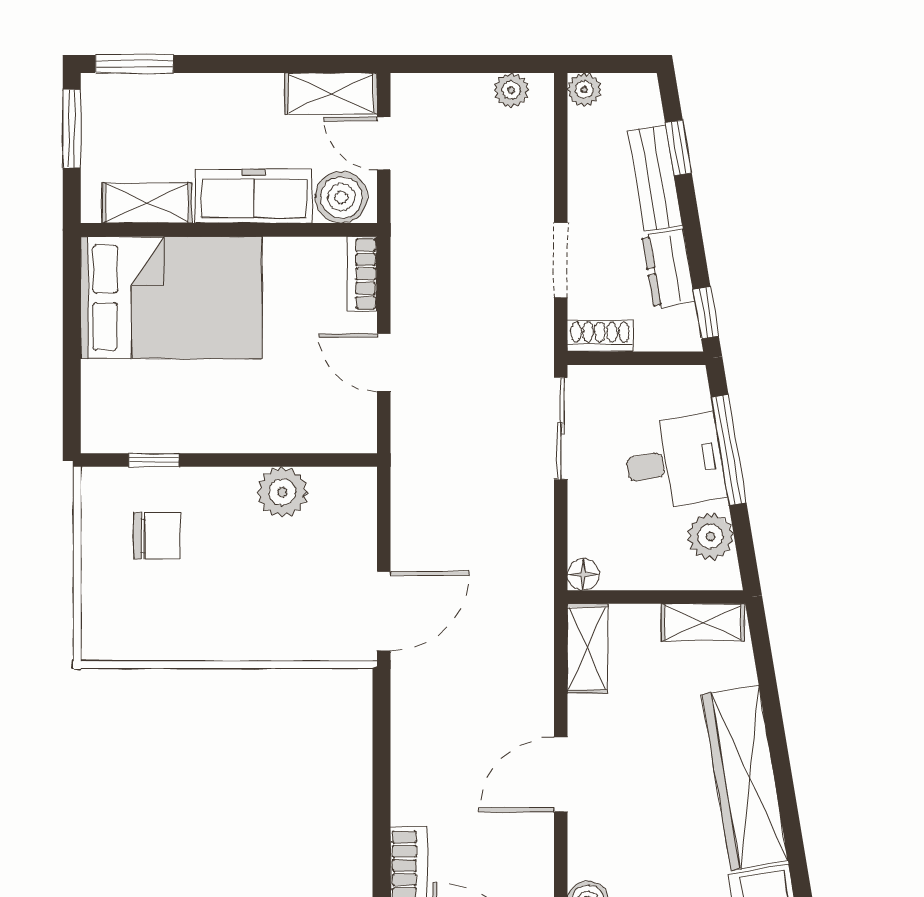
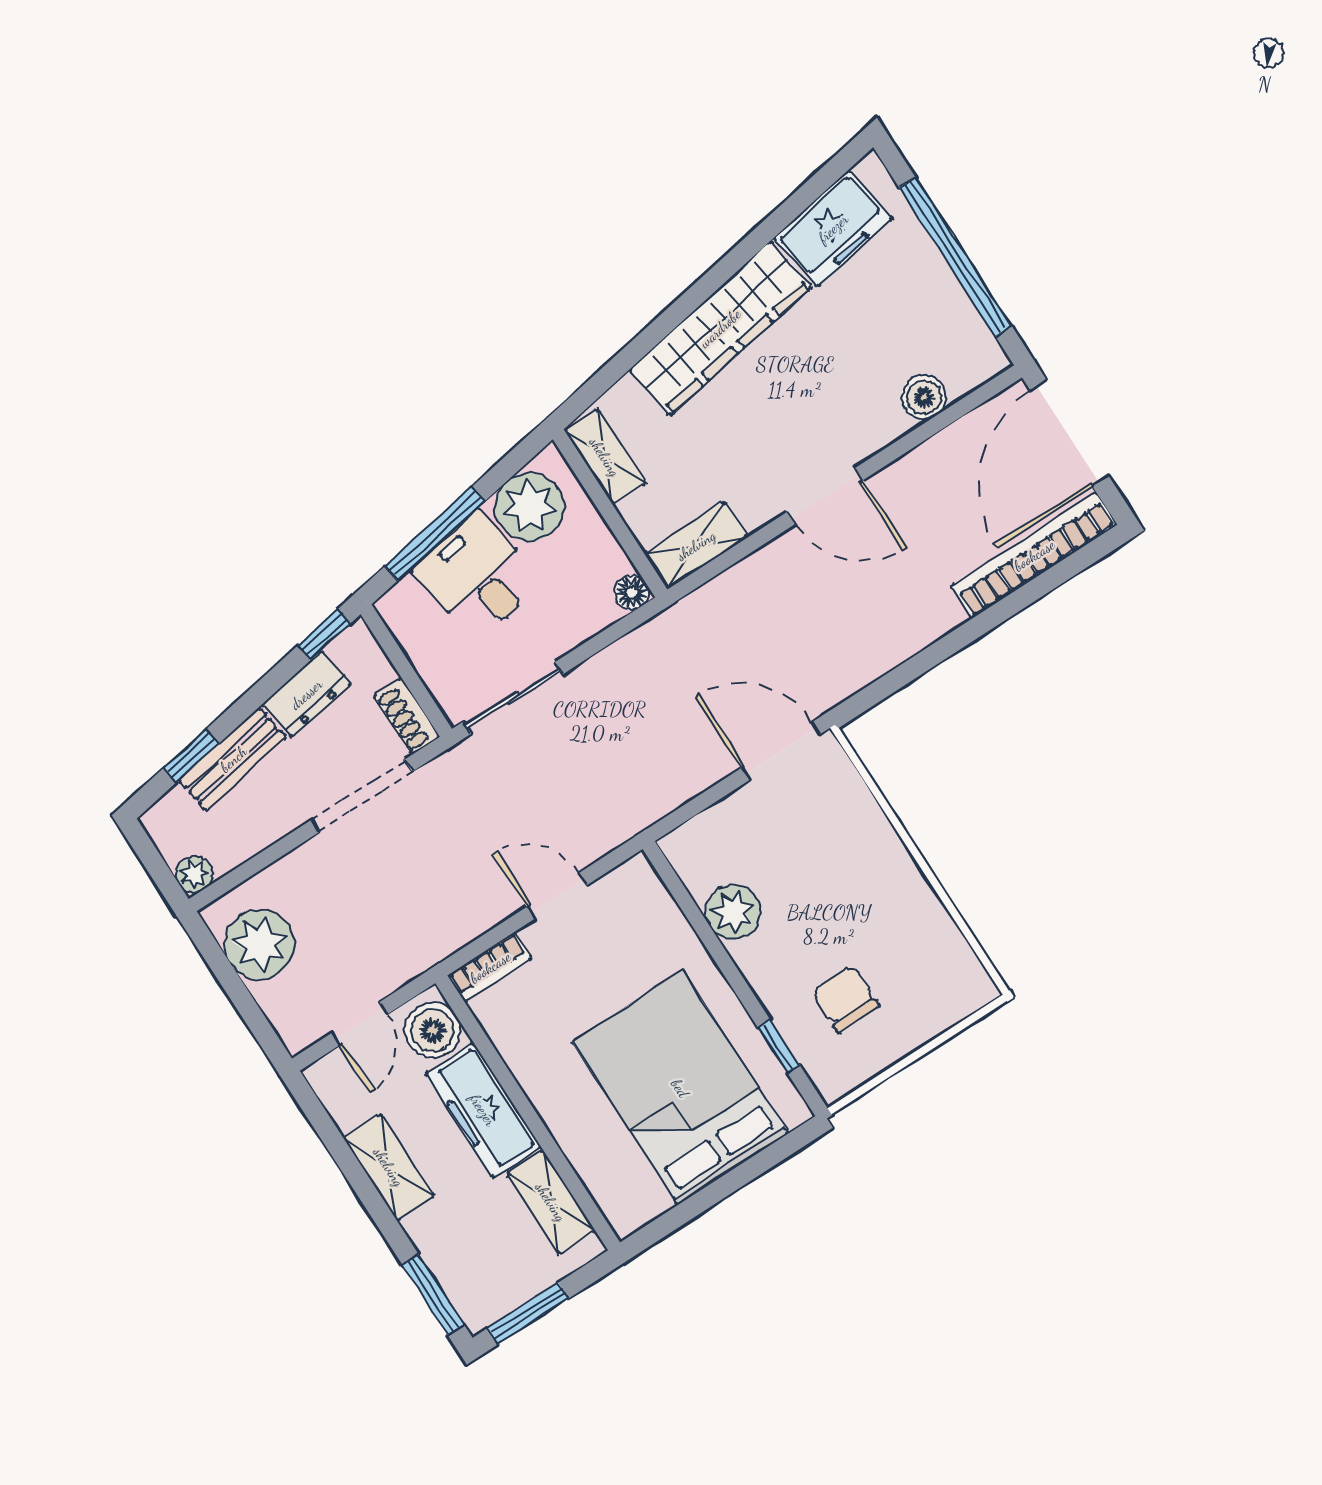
plant: (511, 90) -> (259, 944), width x1.87, depth x1.87
shelving: (331, 94) -> (389, 1167), moved
doorway: (561, 260) -> (362, 796), width x1.38
bed: (171, 298) -> (680, 1088), moved
door: (384, 363) -> (557, 896), swing flipped
plant: (710, 536) -> (529, 507), width x1.36, depth x1.36

